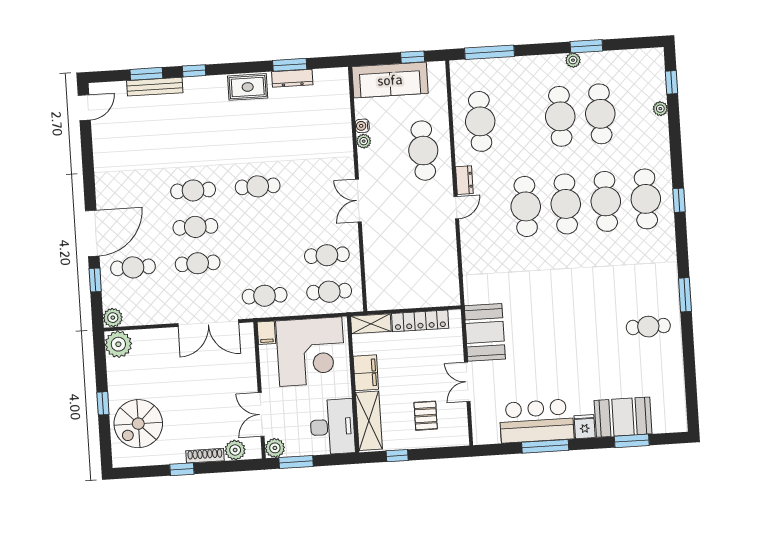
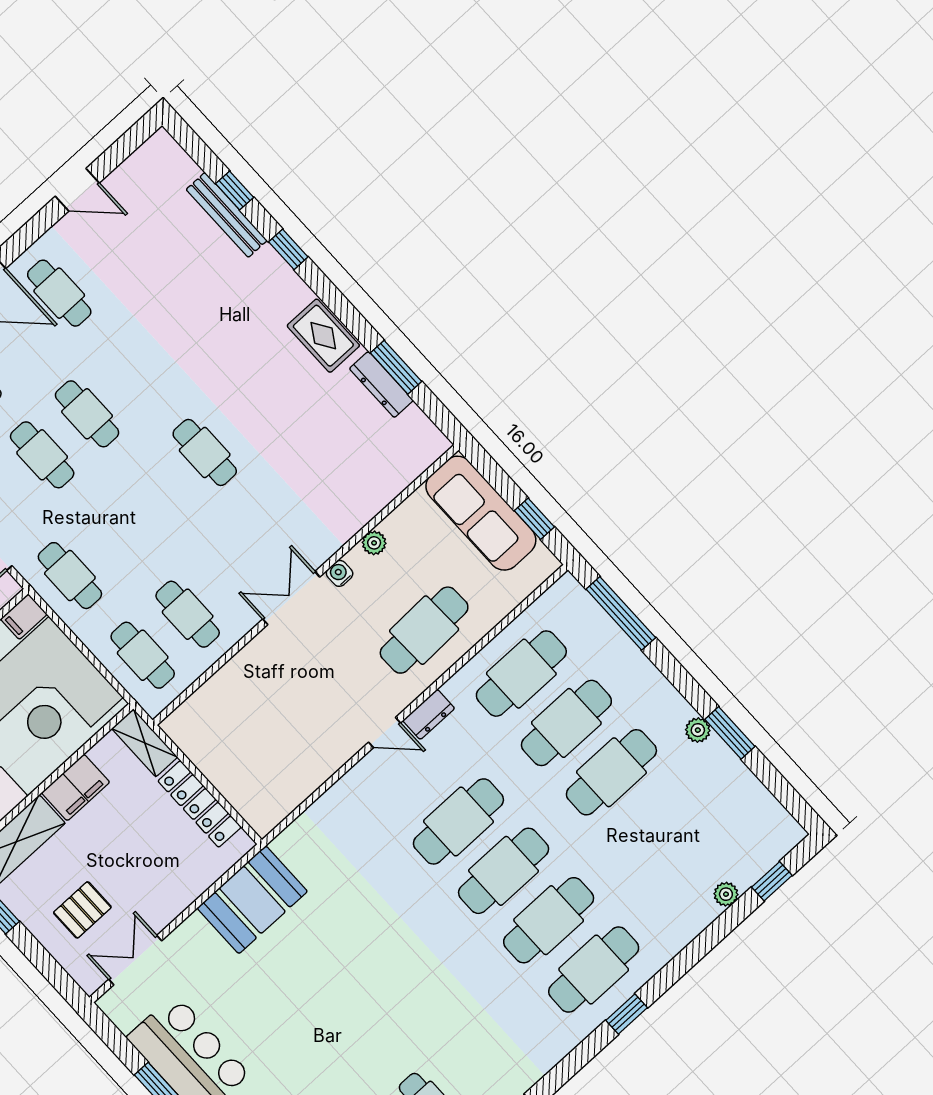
window: (146, 74) -> (235, 191), width x0.67
door: (84, 108) -> (77, 190), moved
cafe table: (600, 114) -> (566, 723), moved
water cooler: (362, 126) -> (340, 573), moved
cafe table: (193, 190) -> (59, 293), moved
double door: (467, 382) -> (135, 960), moved

